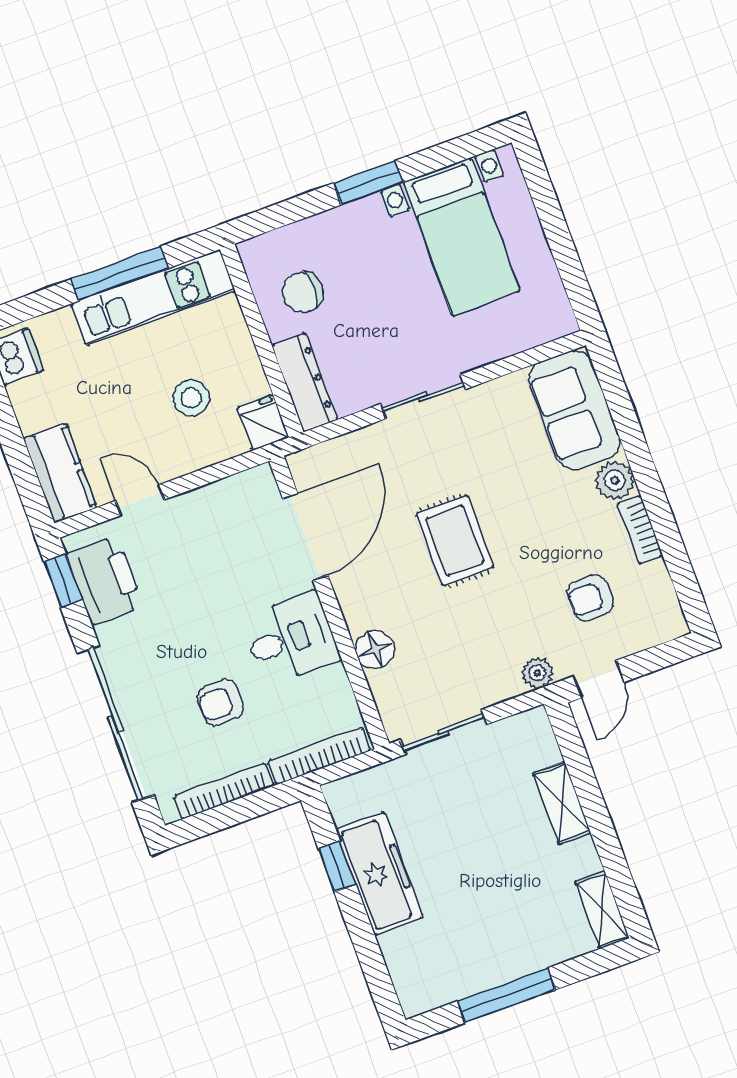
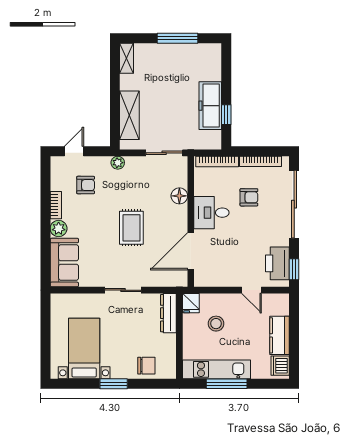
chair: (303, 292) -> (146, 366), moved
kitchen counter: (60, 473) -> (280, 335), moved
door: (599, 679) -> (74, 151), moved
shelving: (562, 803) -> (129, 115), width x1.50, depth x1.33

